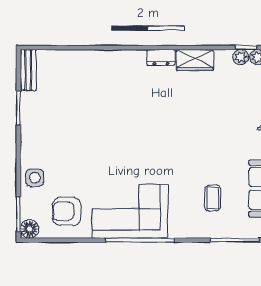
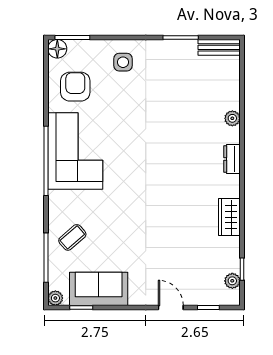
dresser: (161, 57) -> (232, 159), moved
plant: (241, 57) -> (232, 118), moved
side table: (35, 178) -> (123, 62), moved
coffee table: (213, 198) -> (72, 237), moved, turned -41

